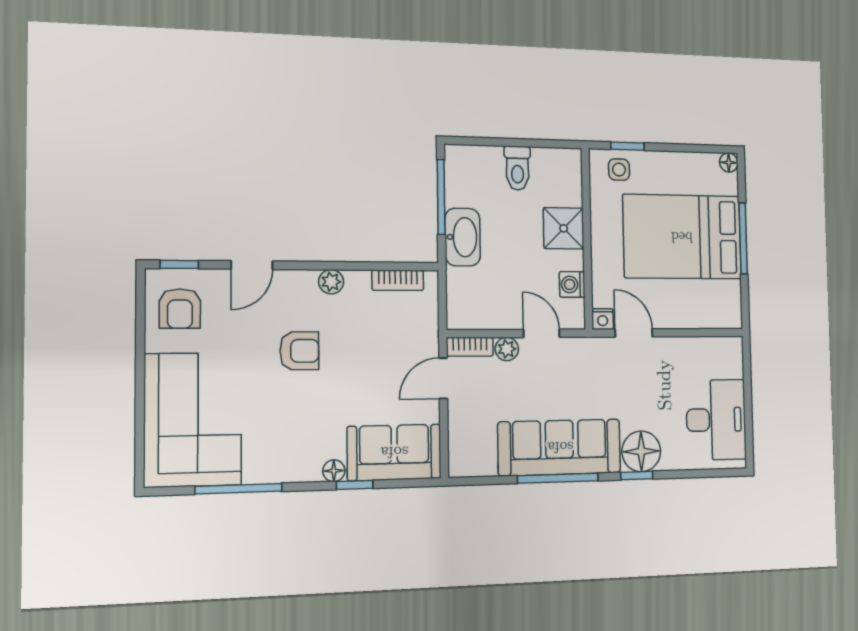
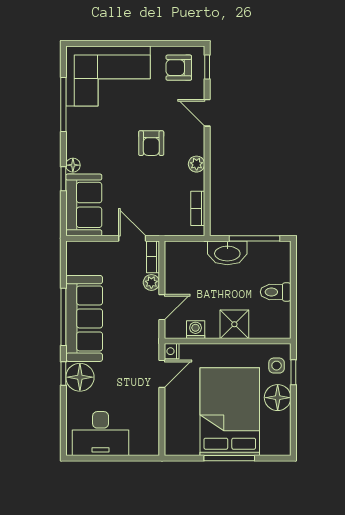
floor lamp: (729, 162) -> (278, 398), moved, width x1.89, depth x1.89

